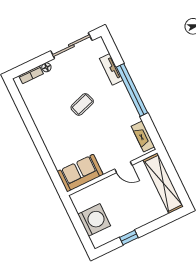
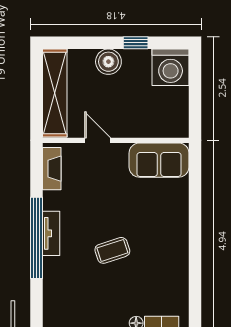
tv unit: (111, 69) -> (51, 233), moved
boiler: (140, 218) -> (108, 62), added
washing machine: (94, 220) -> (171, 67), moved, turned -90

